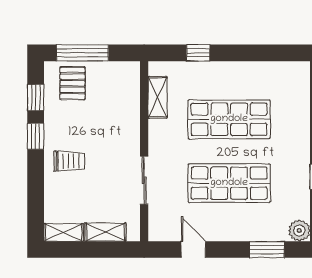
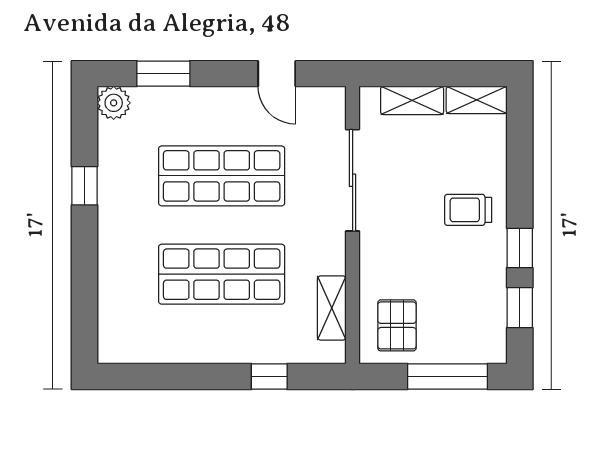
pallet: (73, 83) -> (397, 325), moved
sliding door: (144, 180) -> (353, 180), width x1.37

